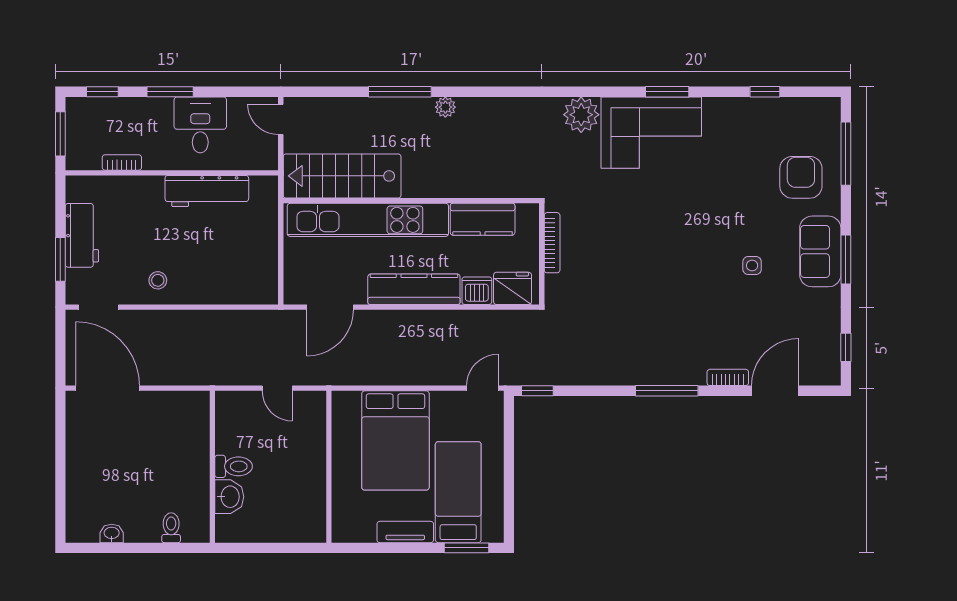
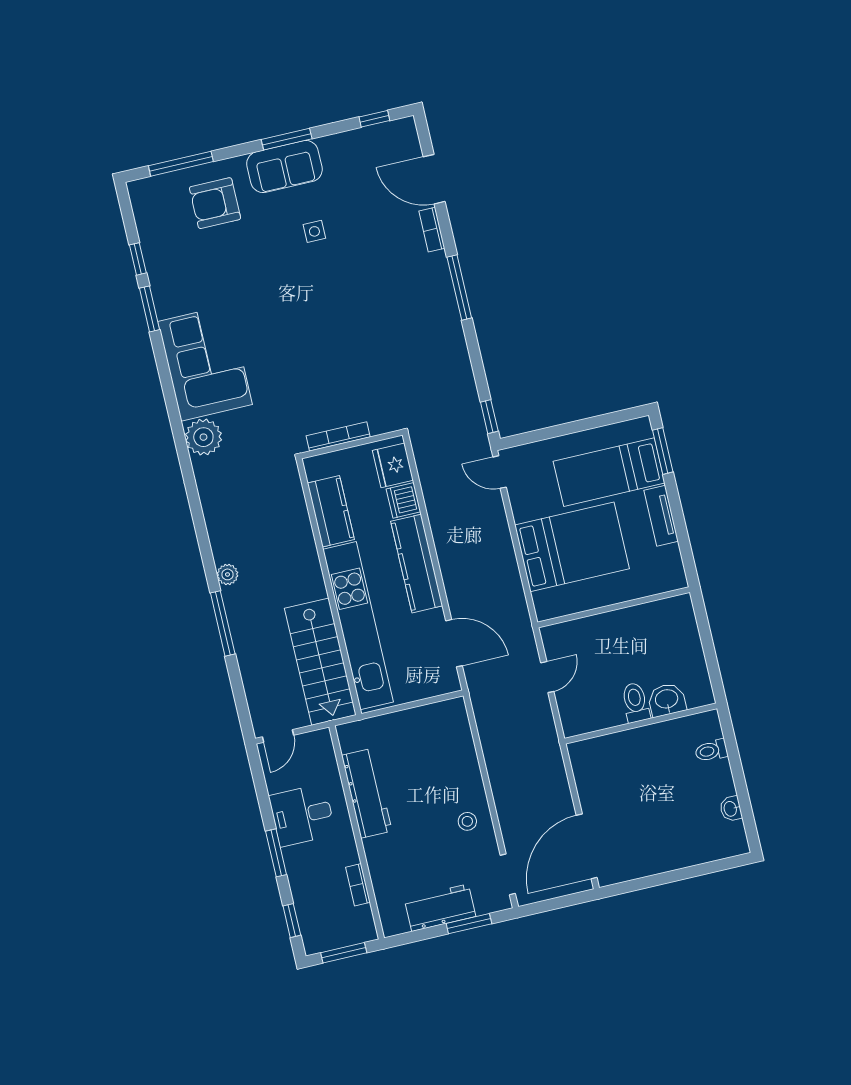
window: (667, 92) -> (150, 309), moved

